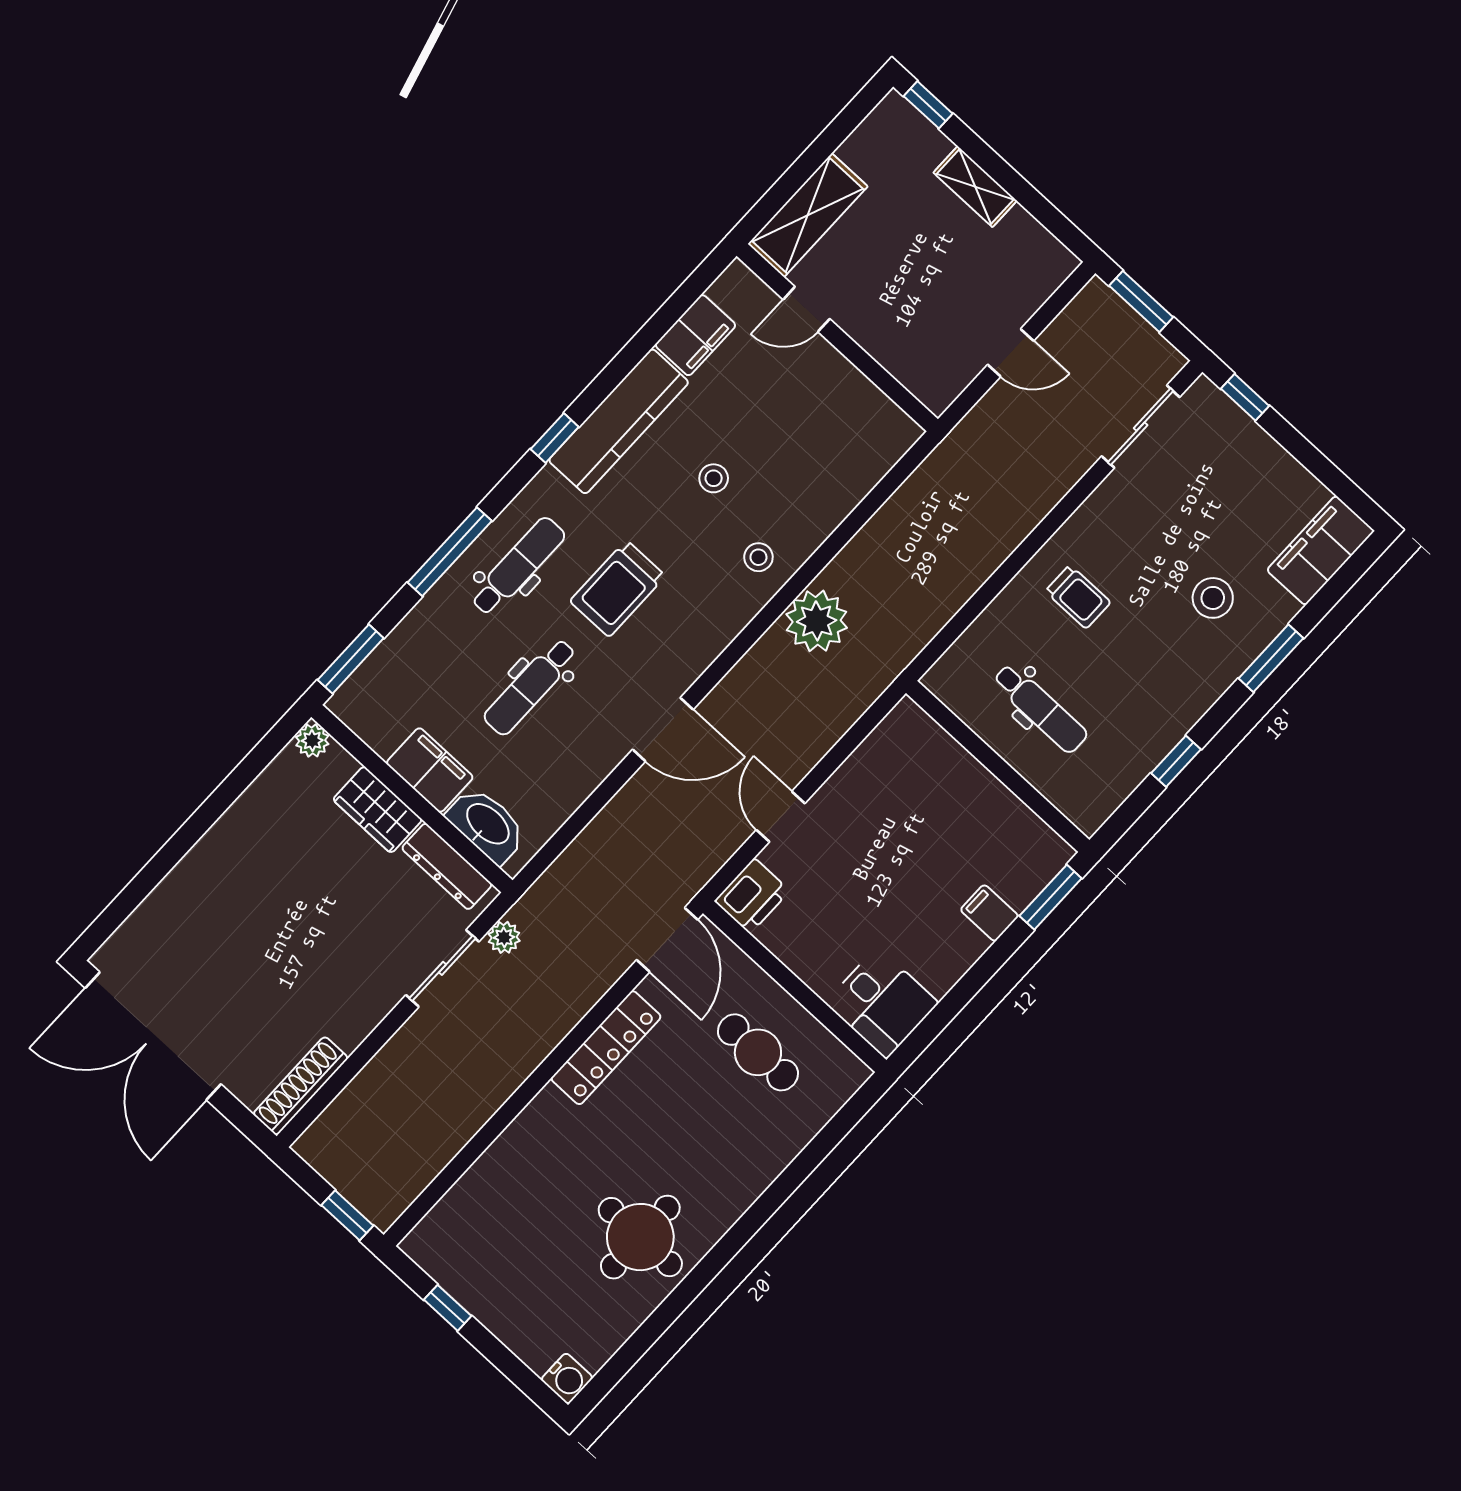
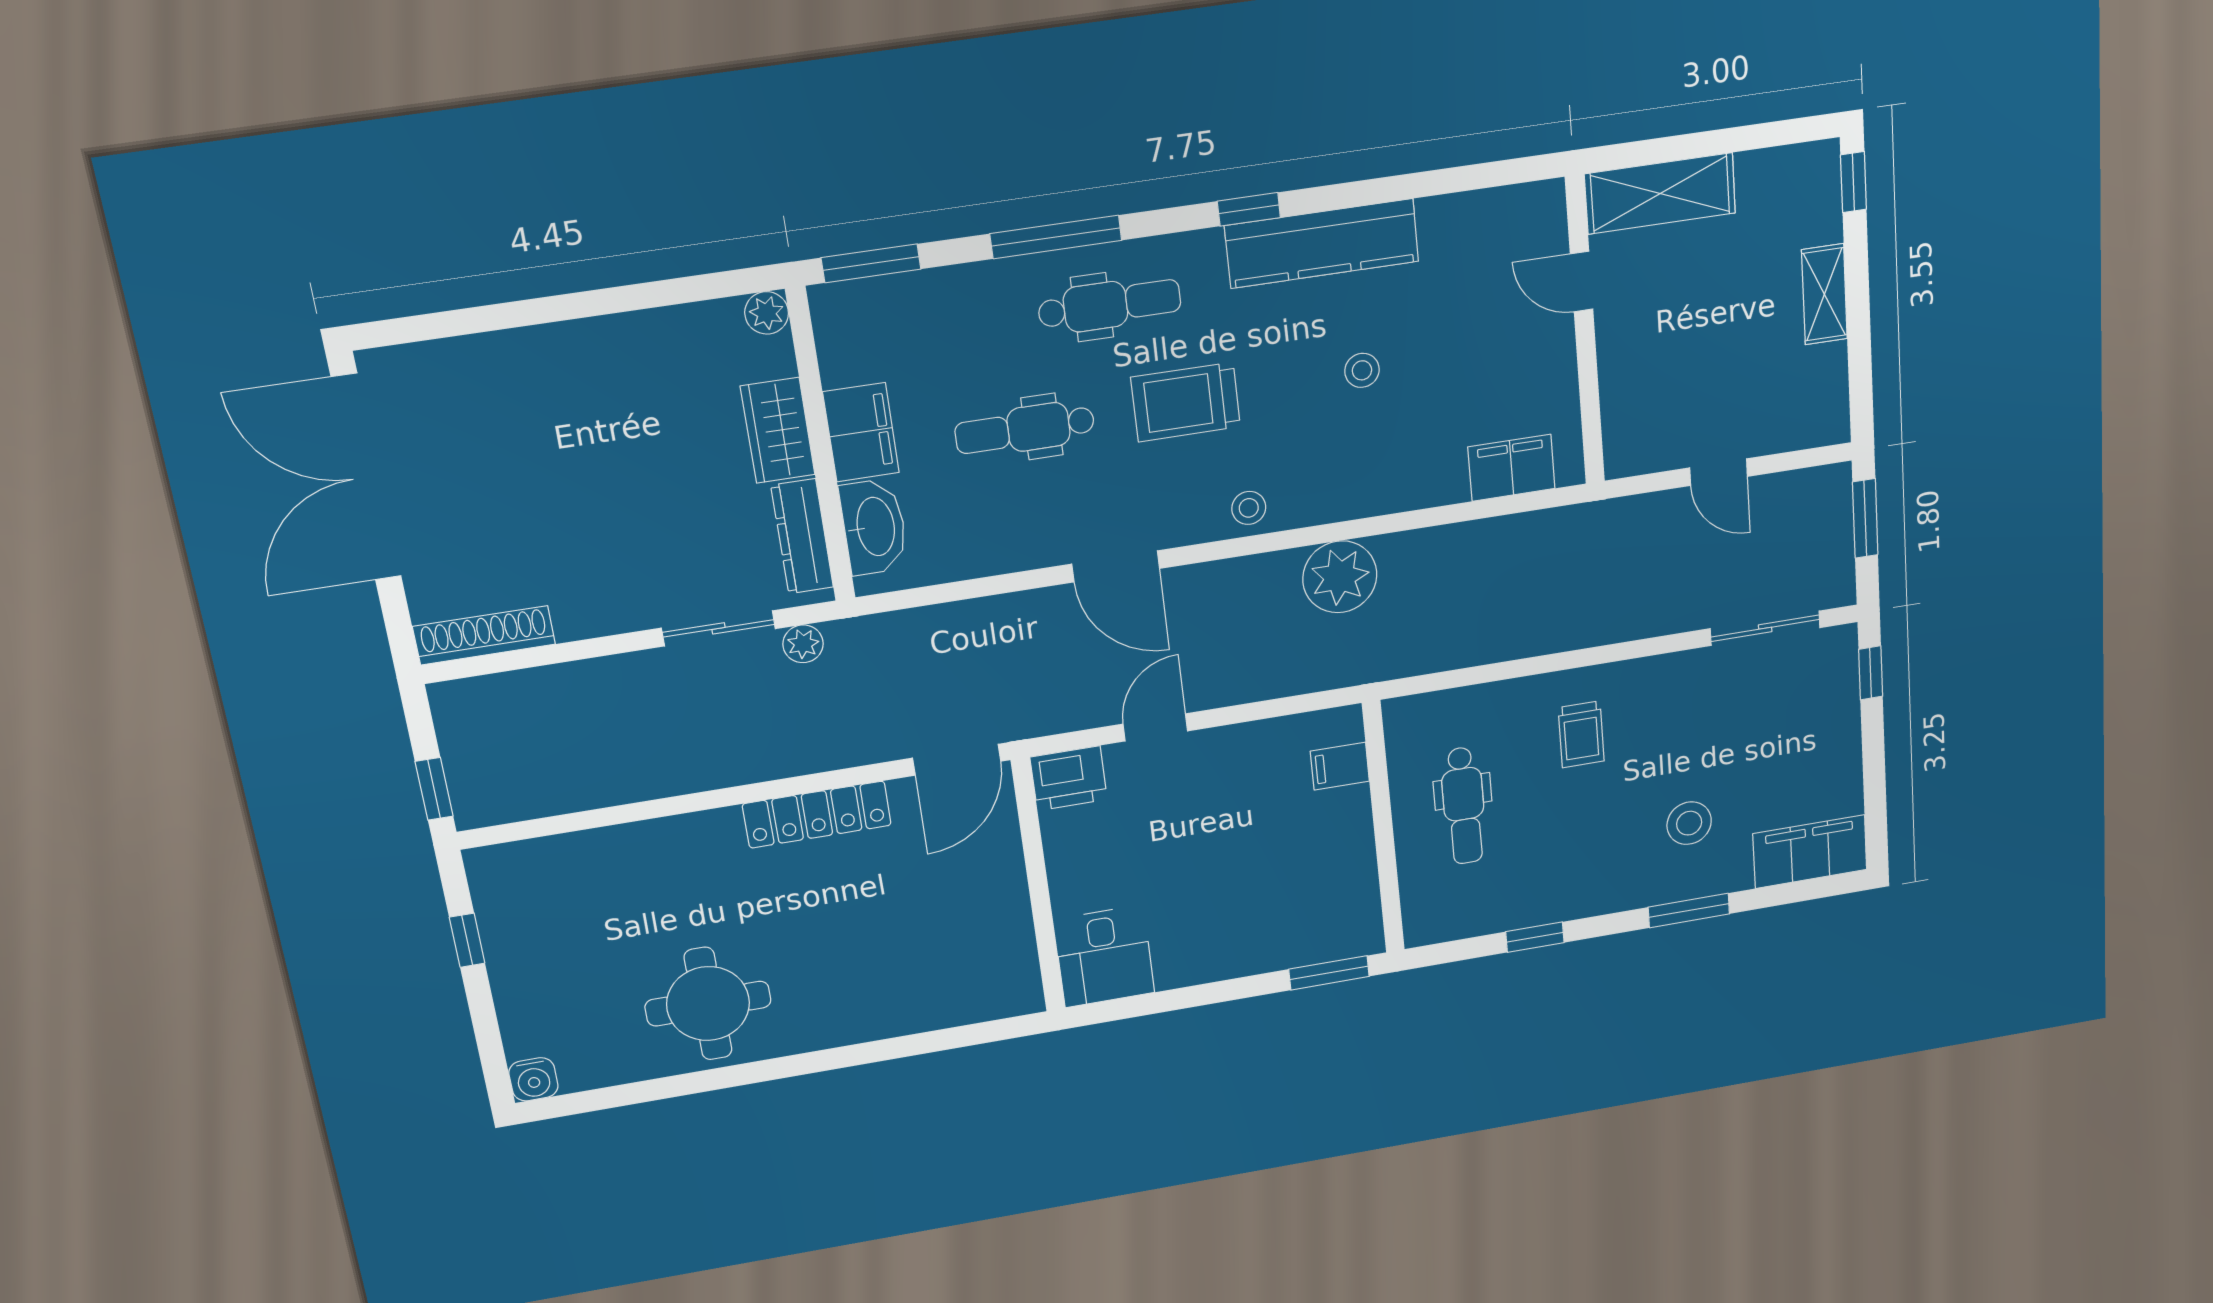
filing cabinet: (695, 335) -> (1511, 468), moved, turned 180
stool: (758, 557) -> (1249, 508), moved
filing cabinet: (989, 913) -> (1340, 766), moved, turned -90
cafe table: (758, 1052) -> (955, 919), removed

